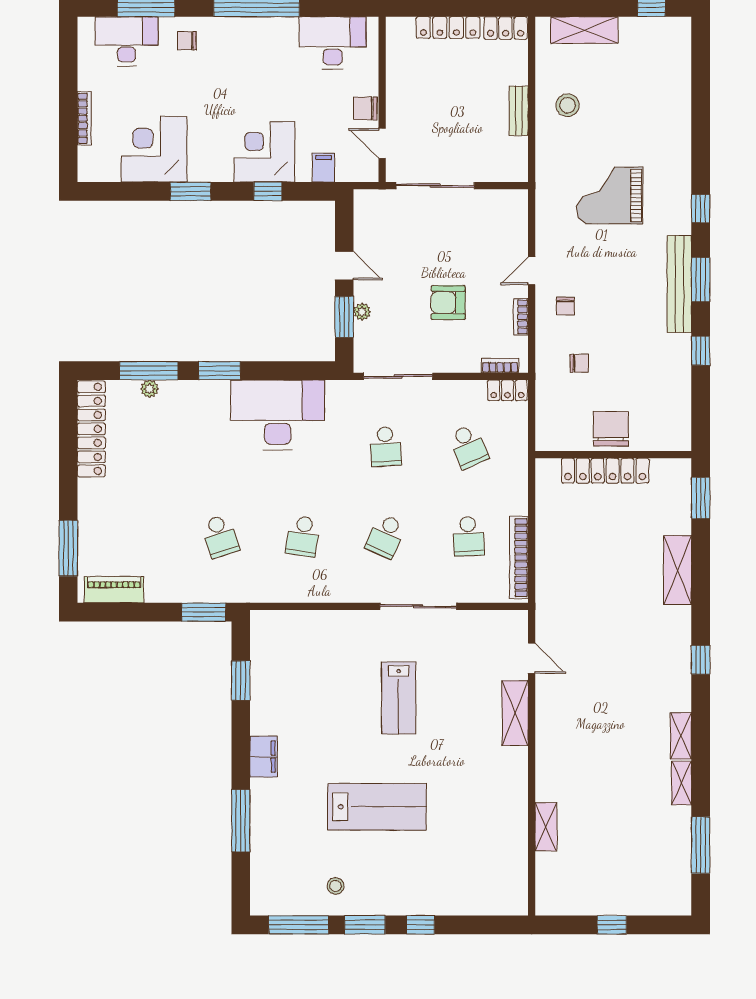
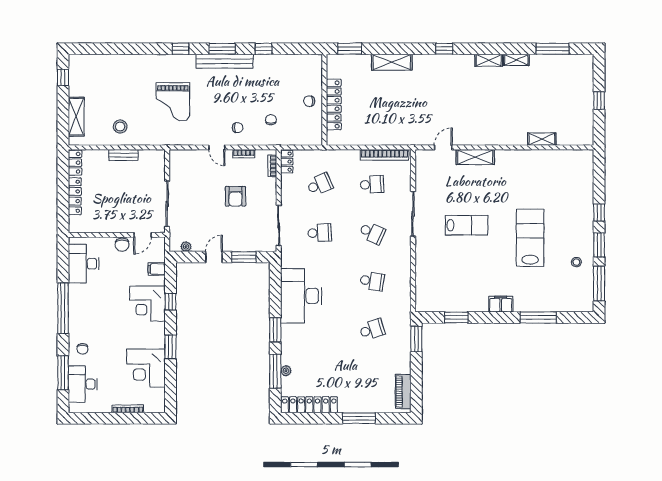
plant: (362, 312) -> (186, 247), moved
chair: (611, 429) -> (309, 101), width x0.54, depth x0.54
window: (68, 548) -> (359, 418), moved

